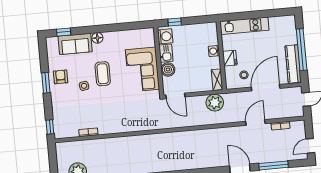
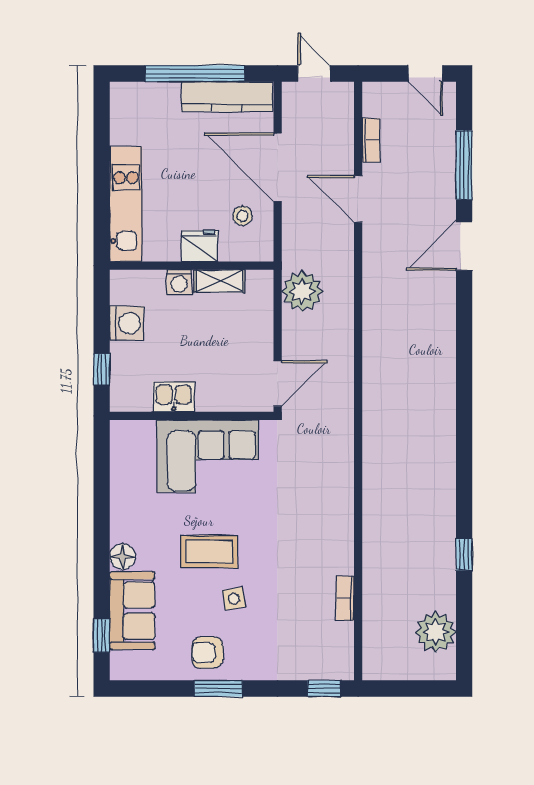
washing machine: (165, 36) -> (127, 323), moved, turned 90
boiler: (168, 69) -> (213, 396), removed
shelving: (217, 80) -> (219, 281), moved

